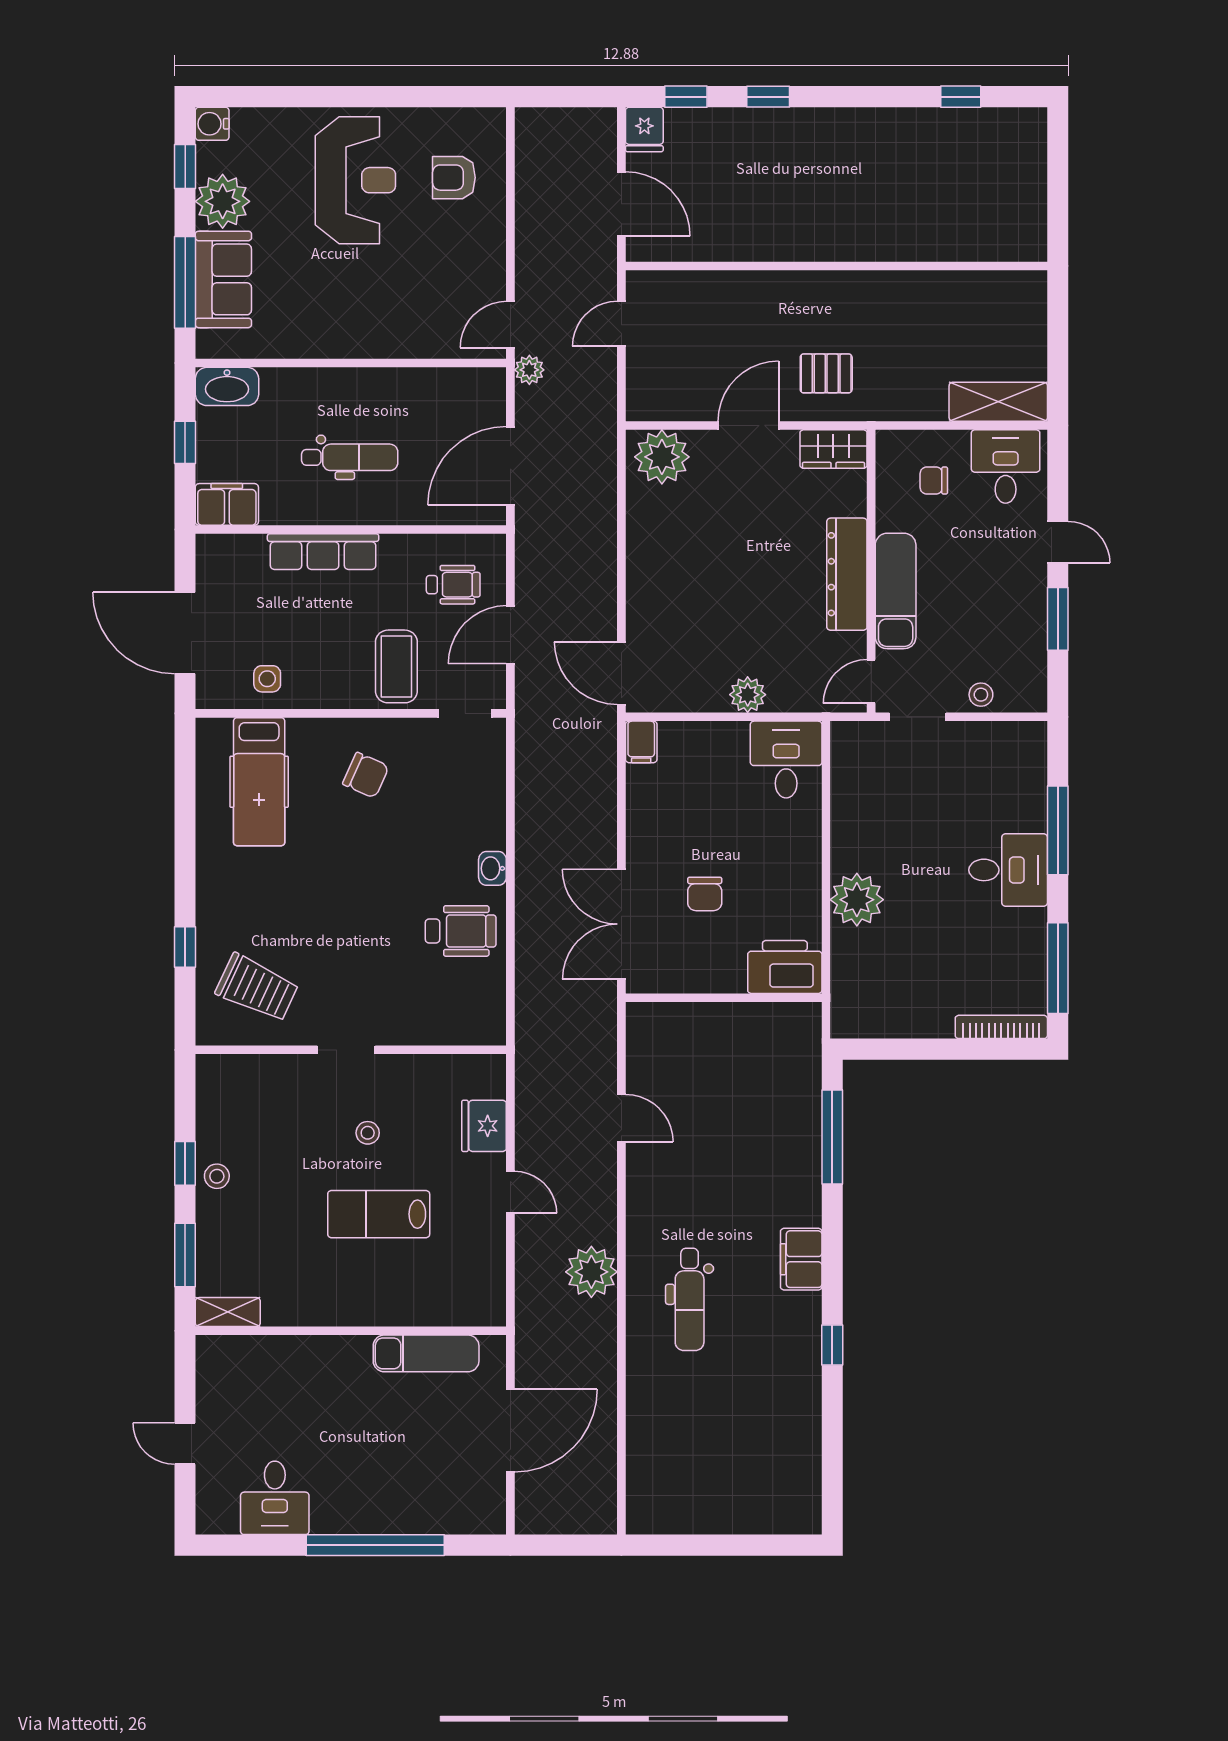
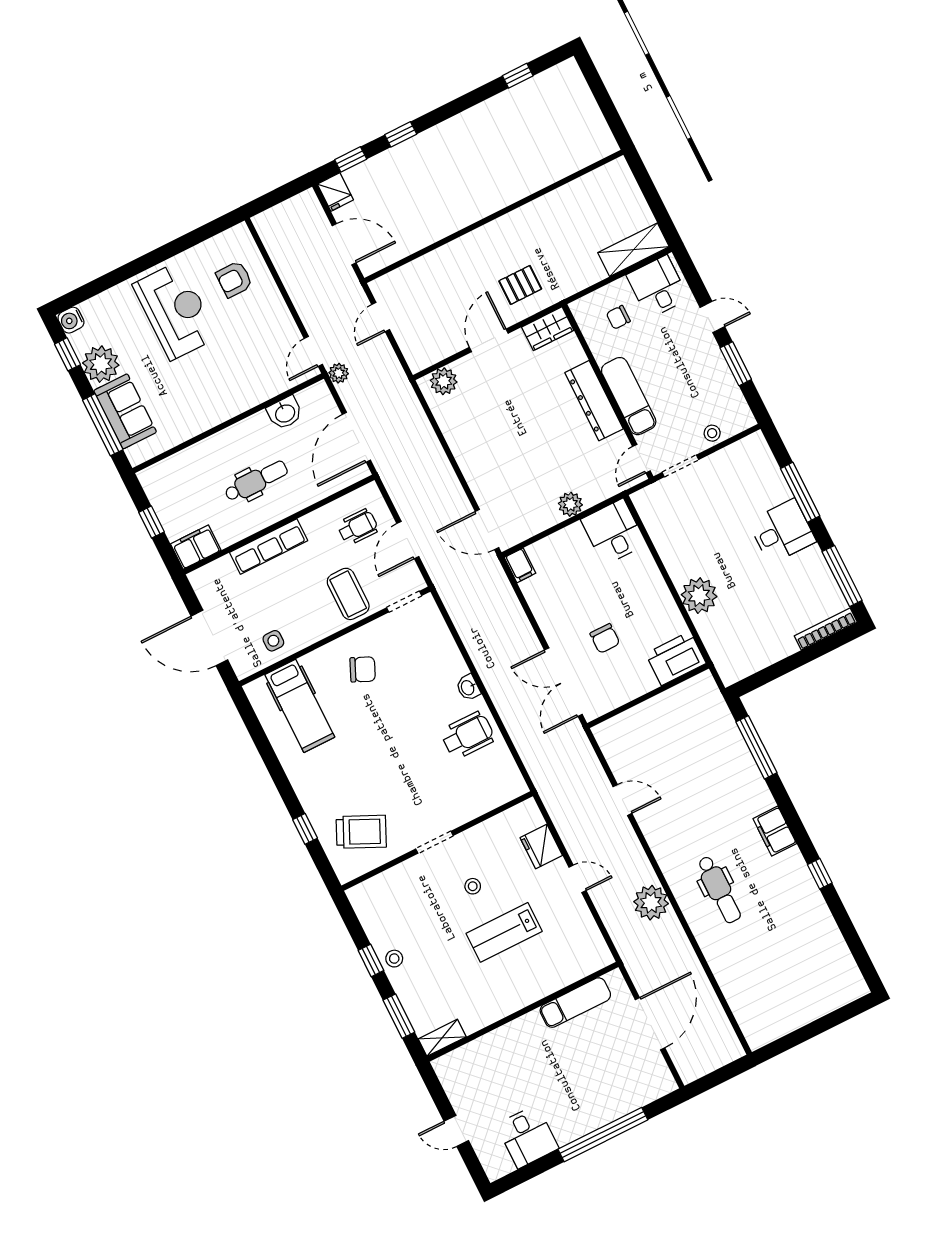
washbasin: (227, 386) -> (285, 413), moved, width x0.72
plant: (662, 457) -> (444, 381), width x0.73, depth x0.73

